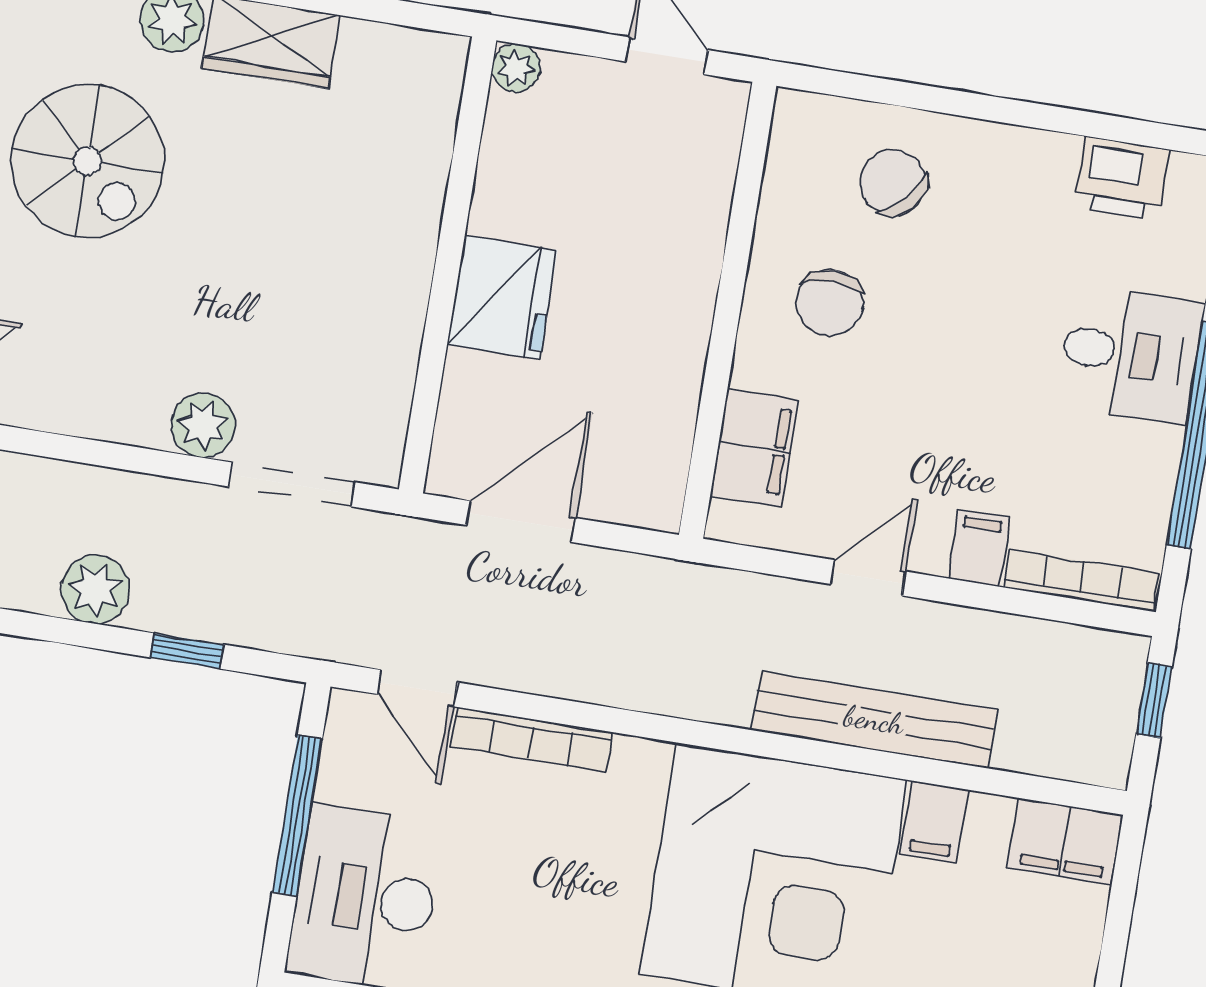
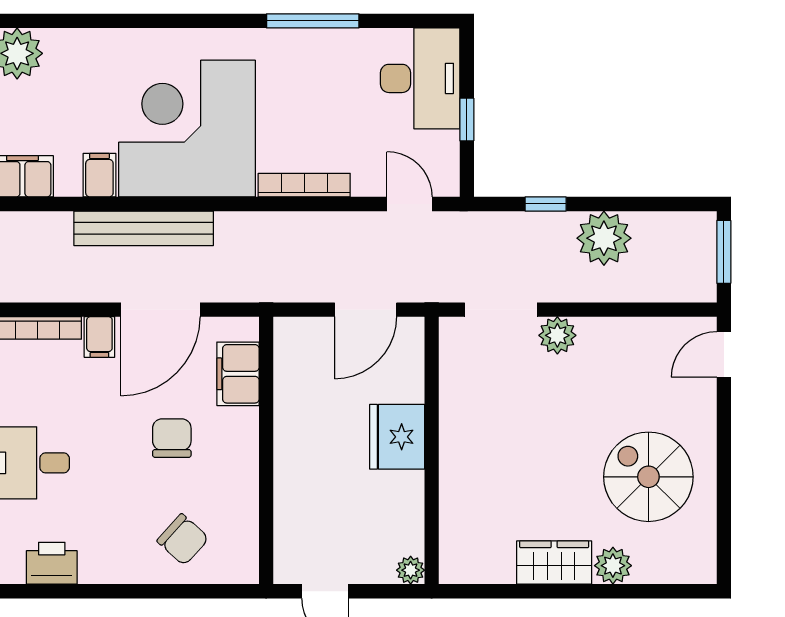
chair: (830, 303) -> (172, 438), moved
door: (868, 578) -> (160, 310), width x1.88
plant: (96, 589) -> (604, 238), width x1.36, depth x1.36
bookcase: (532, 740) -> (304, 185), moved
window: (297, 816) -> (467, 120), width x0.46

